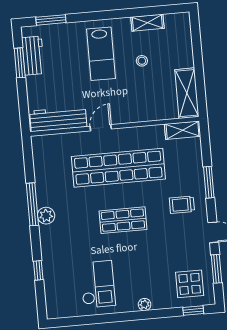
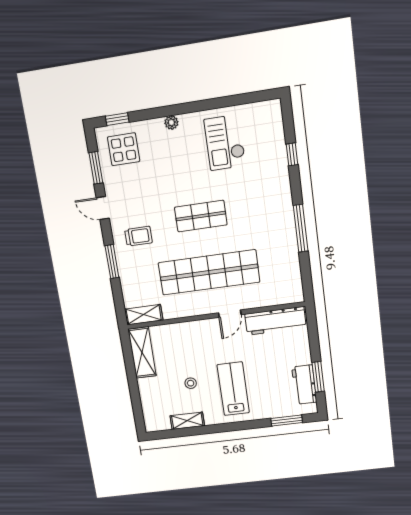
plant: (46, 216) -> (285, 217), removed

